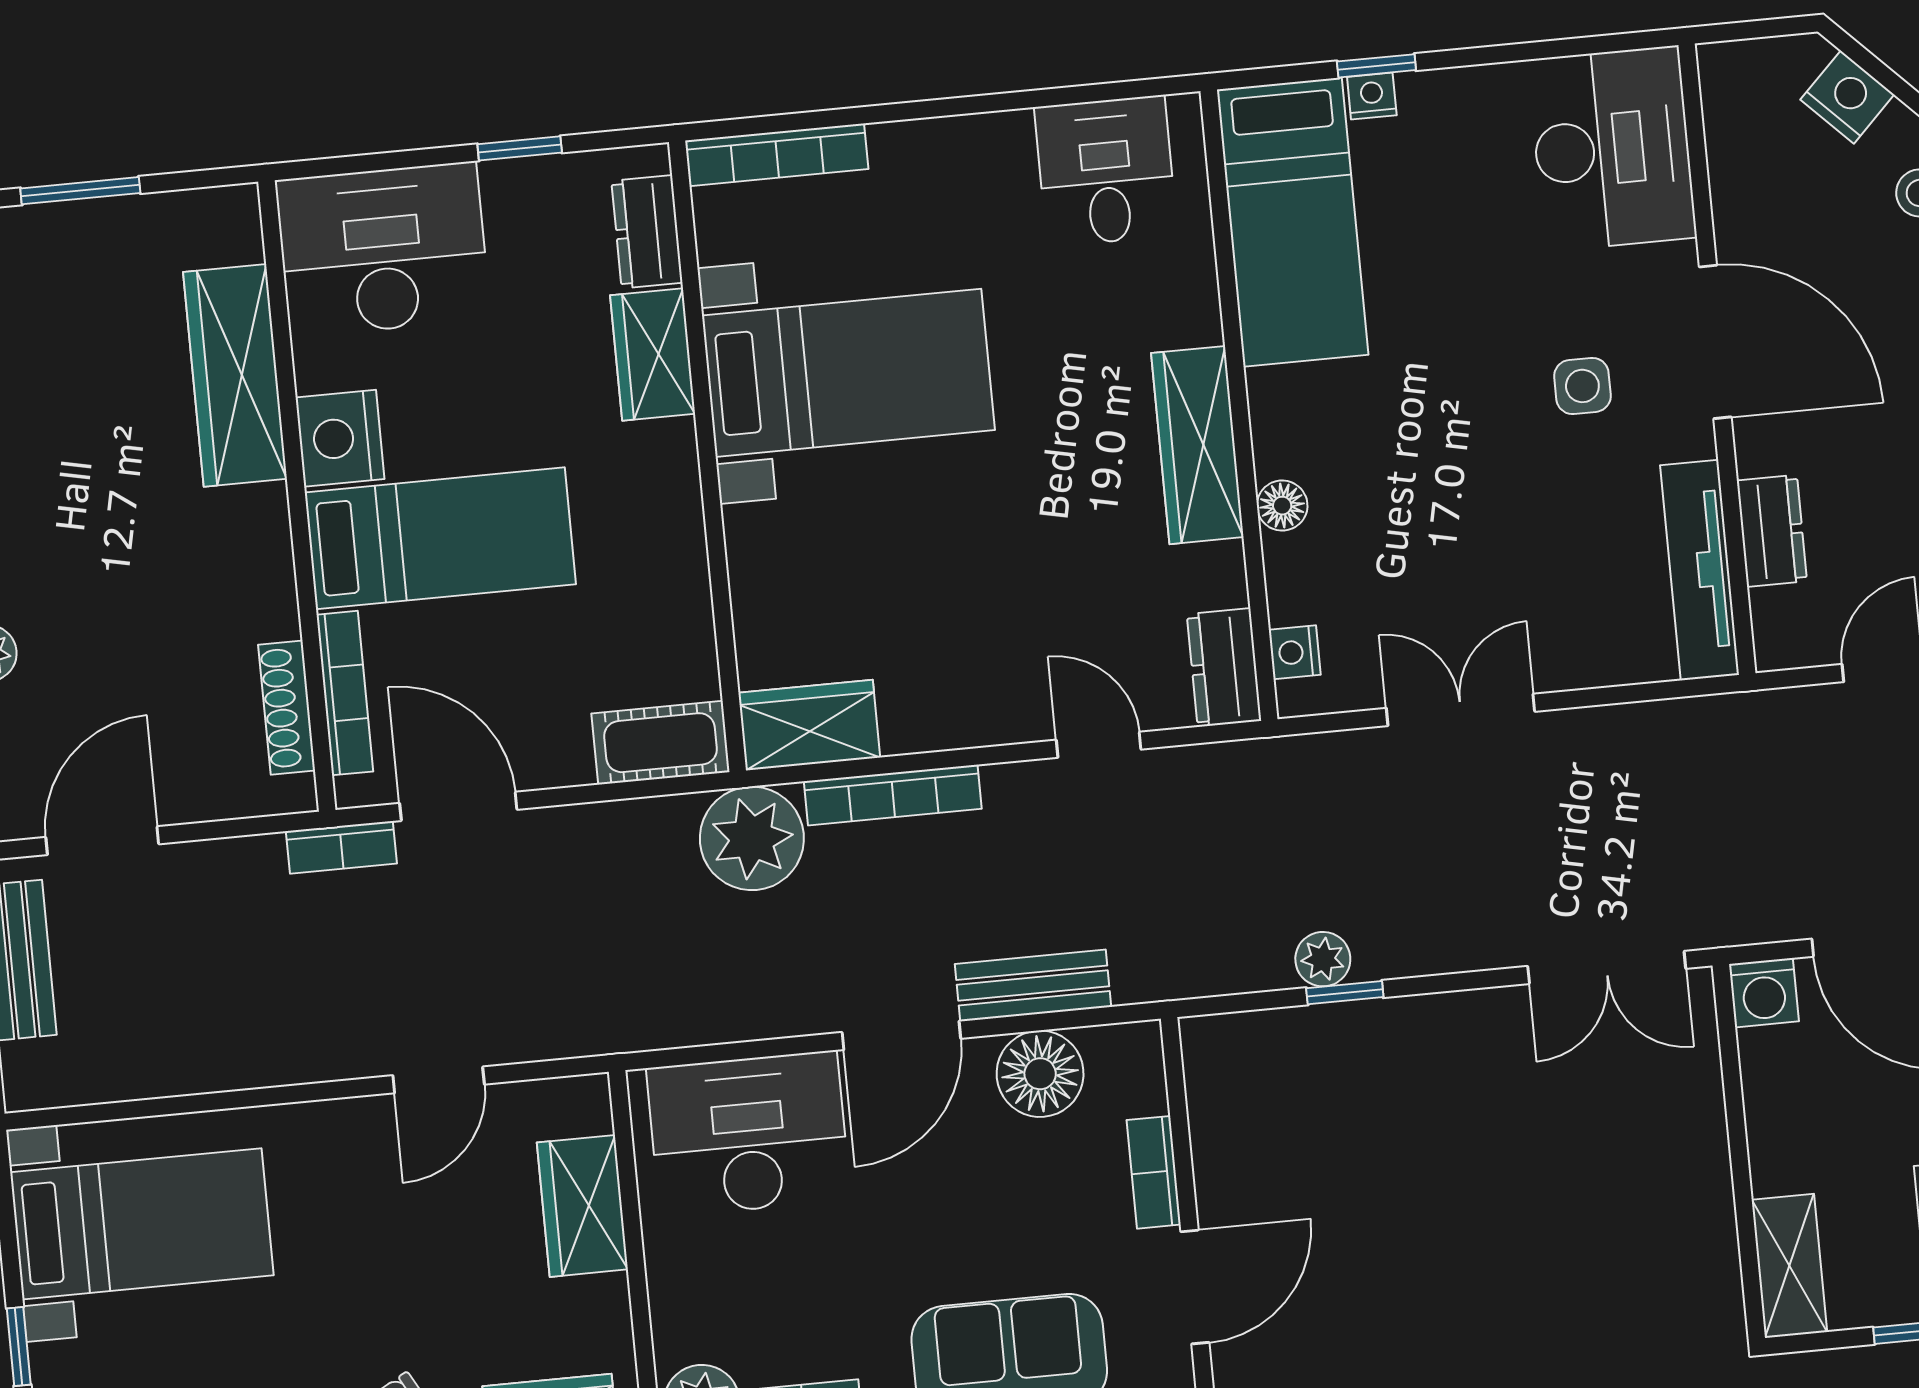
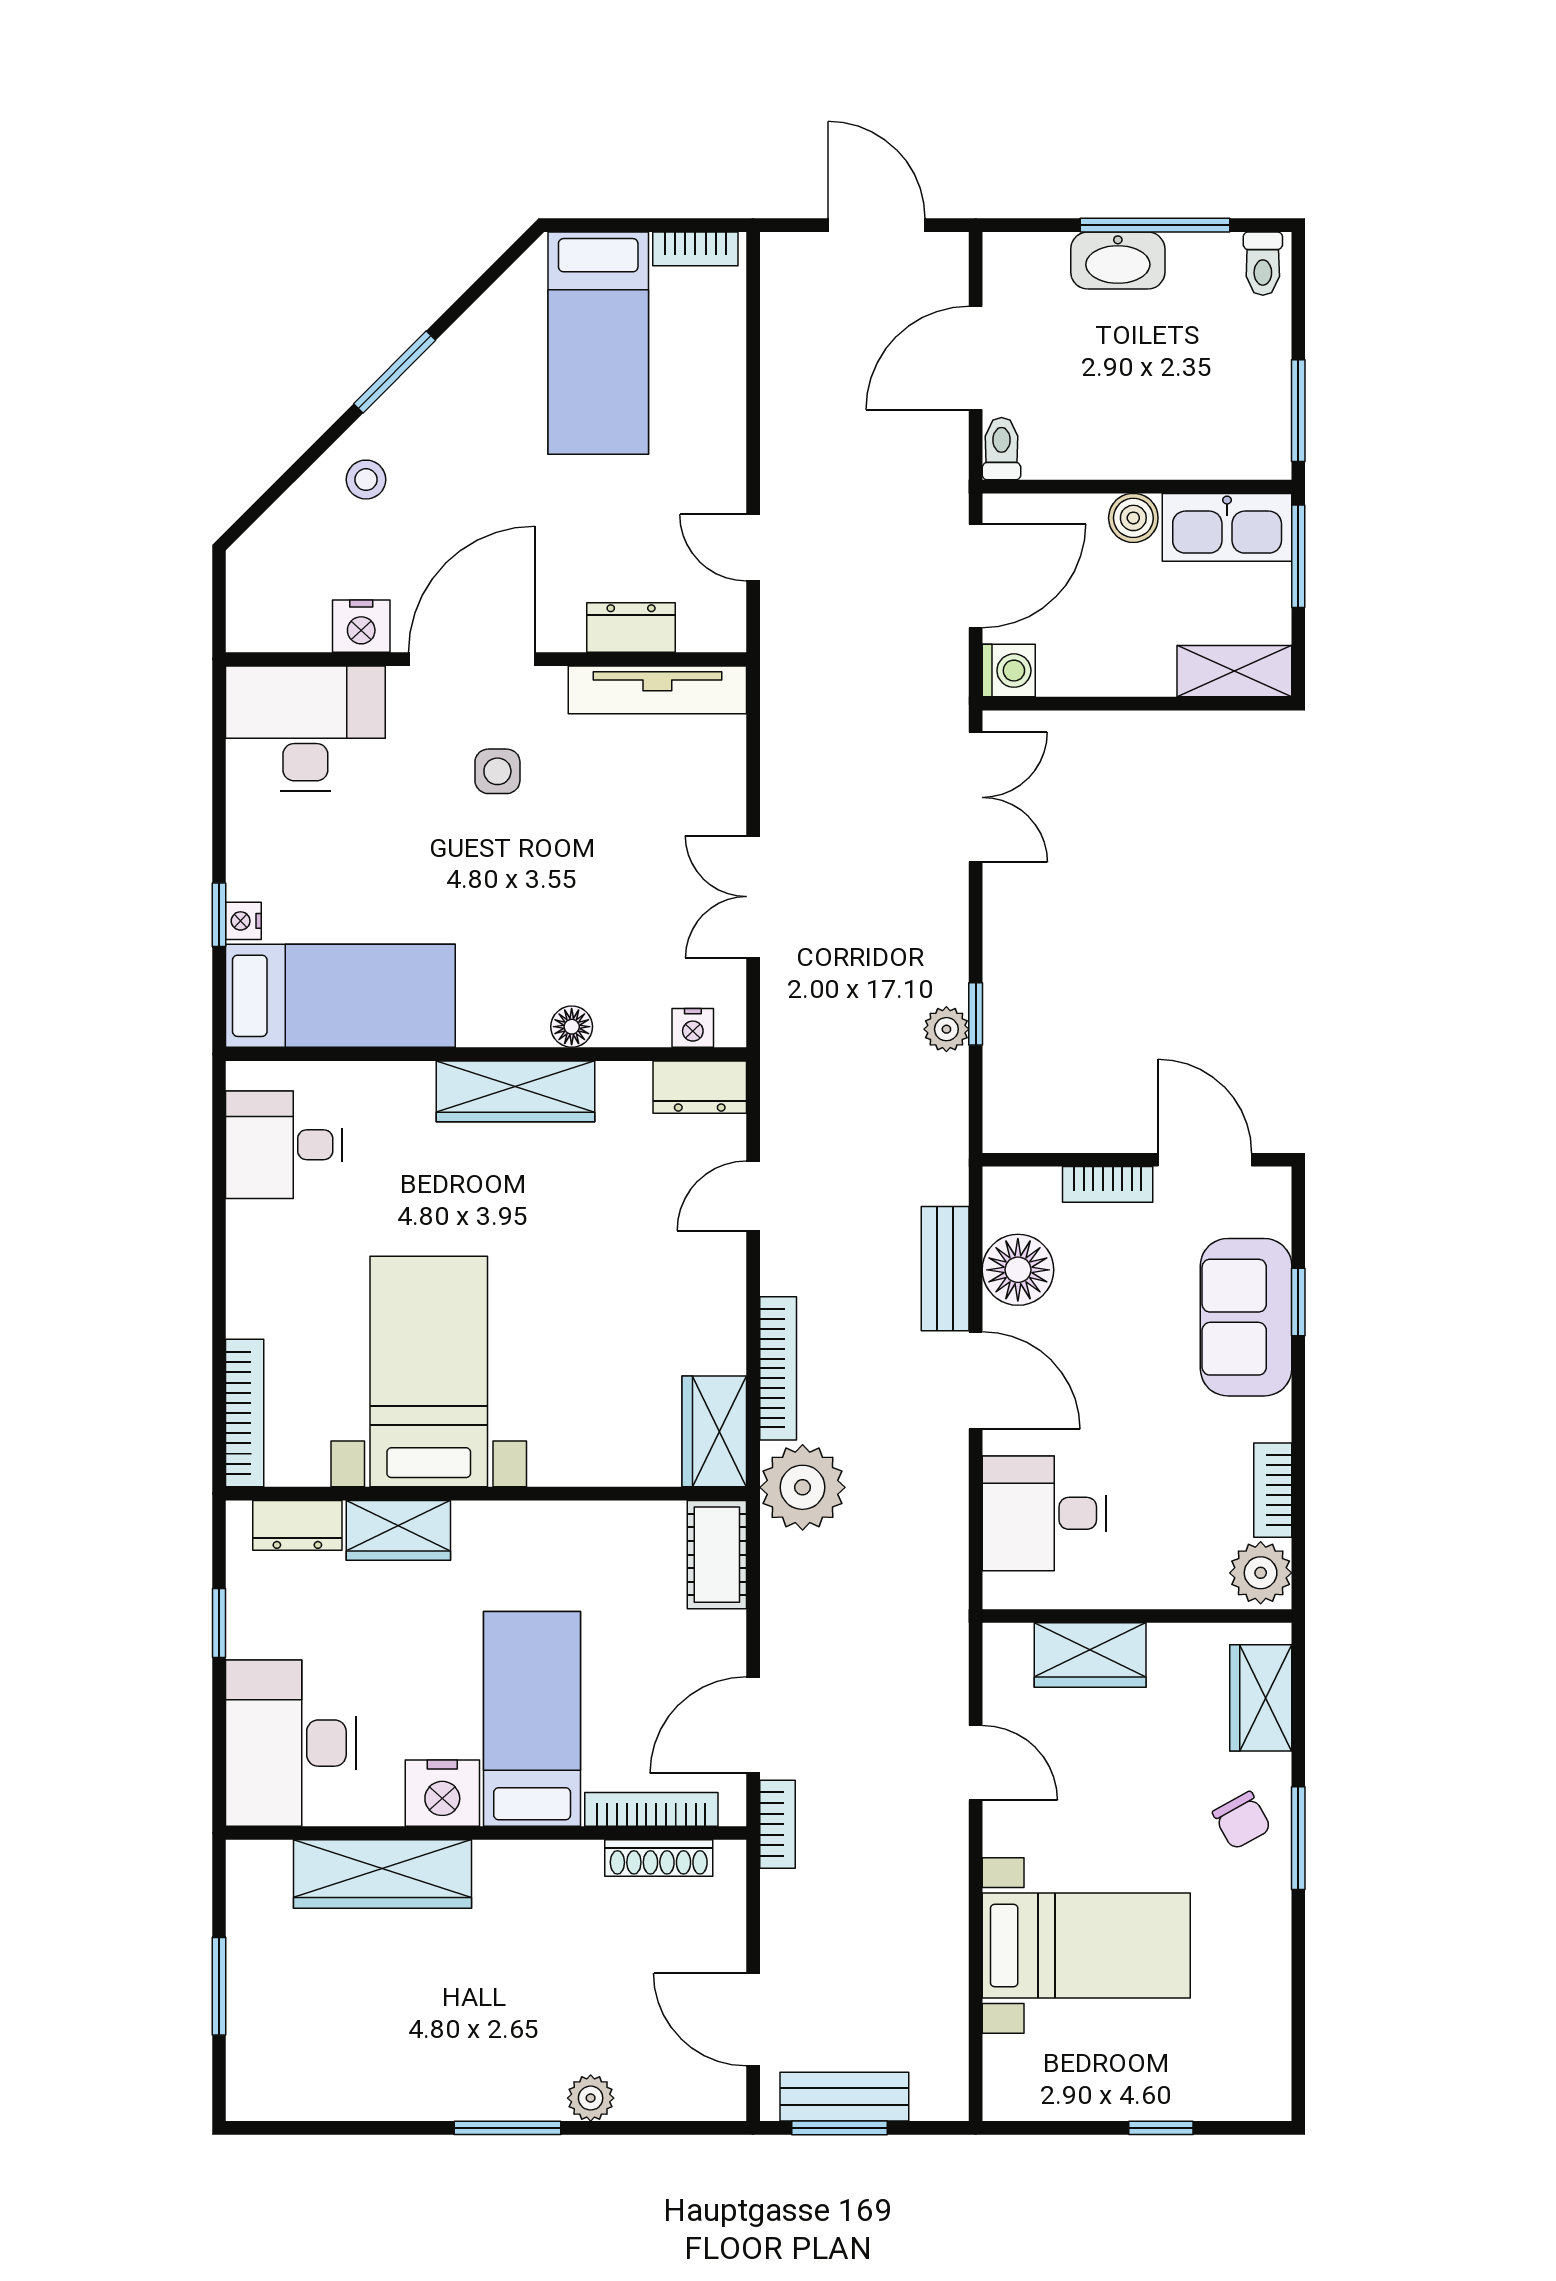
nightstand: (1847, 97) -> (361, 626), moved, turned -135
desk: (749, 1134) -> (1044, 1513), width x0.73
bed with nightstands: (142, 1224) -> (1086, 1945), moved, turned 90

